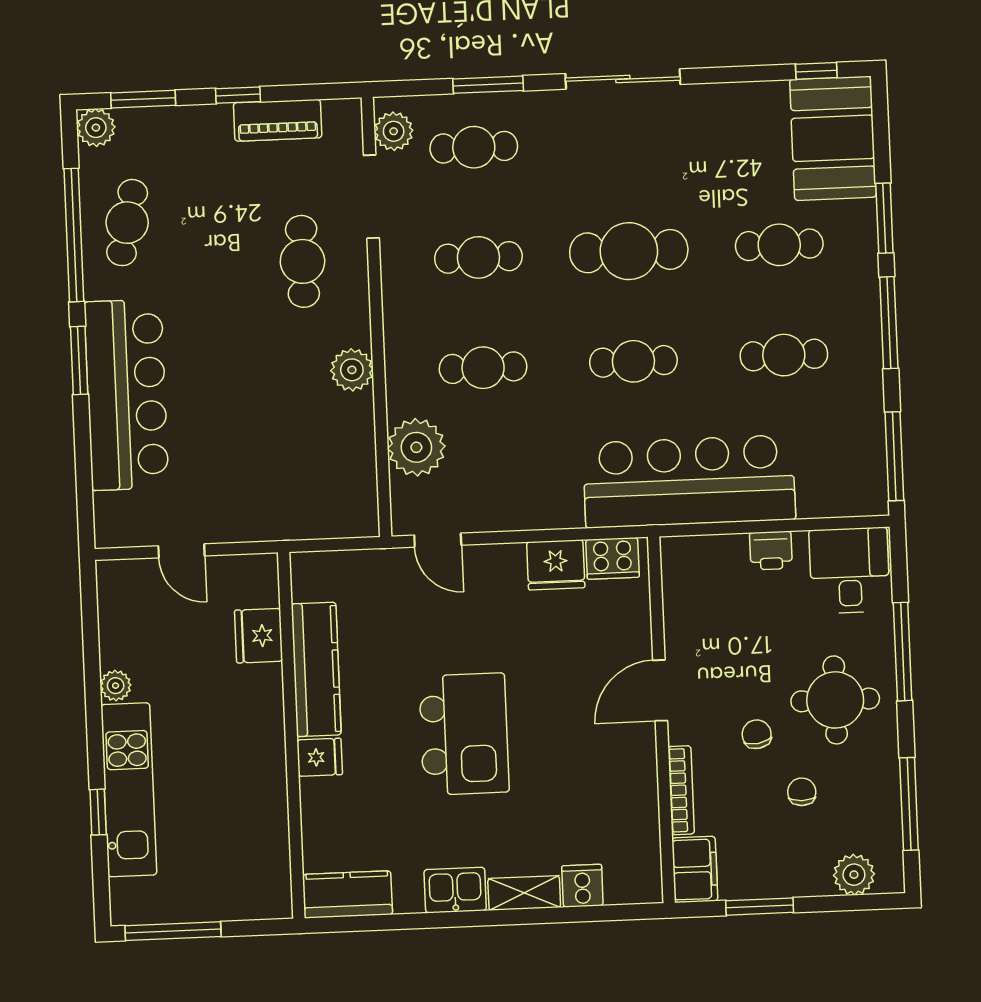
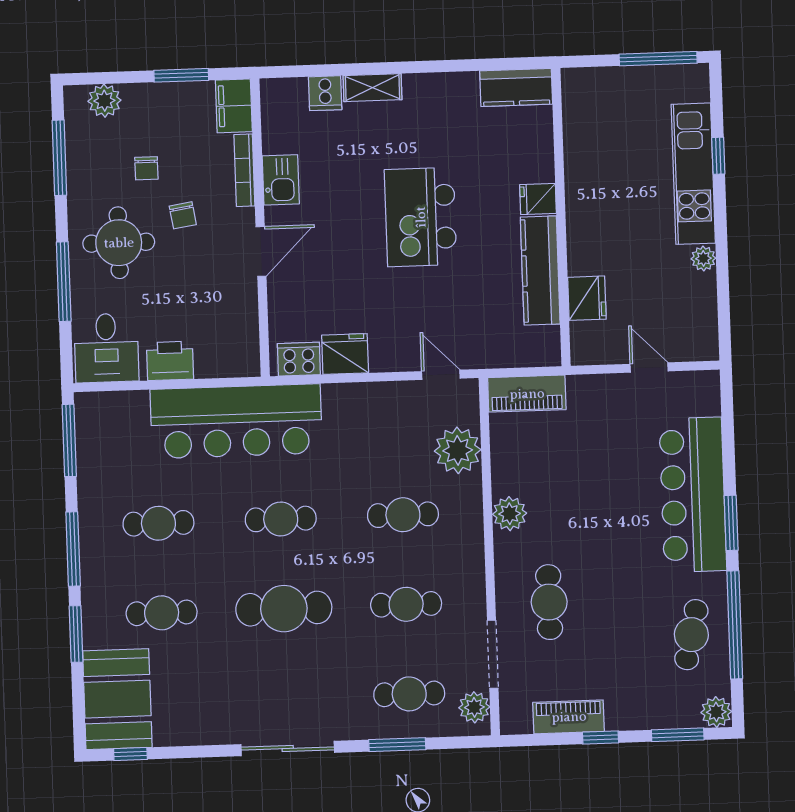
piano: (332, 518) -> (527, 394), added
printer: (771, 551) -> (170, 361), width x1.36, depth x1.24
kitchen sink: (455, 890) -> (281, 180), moved, turned -90

